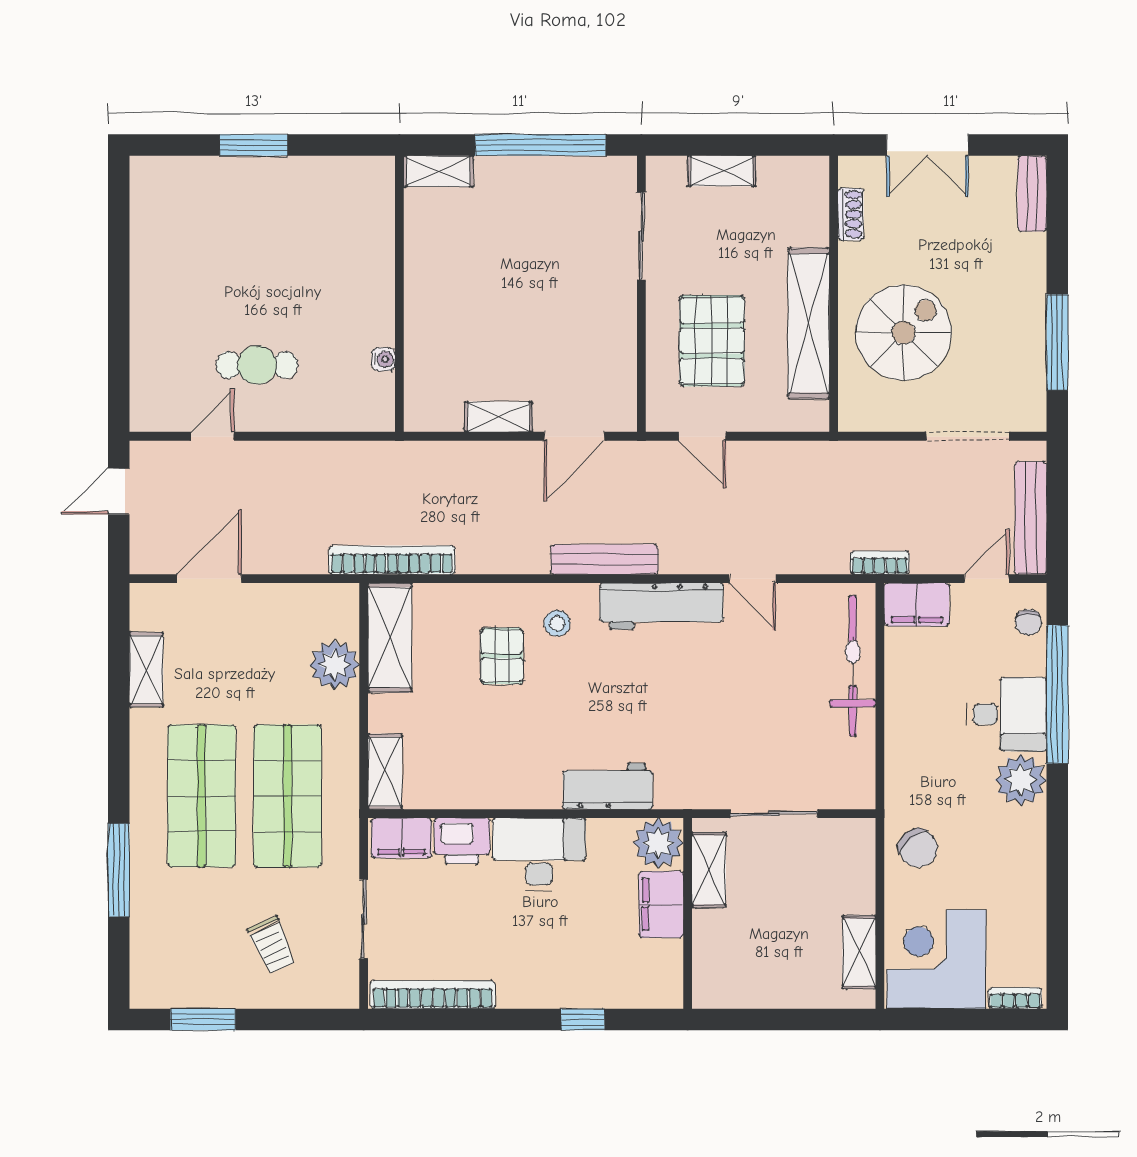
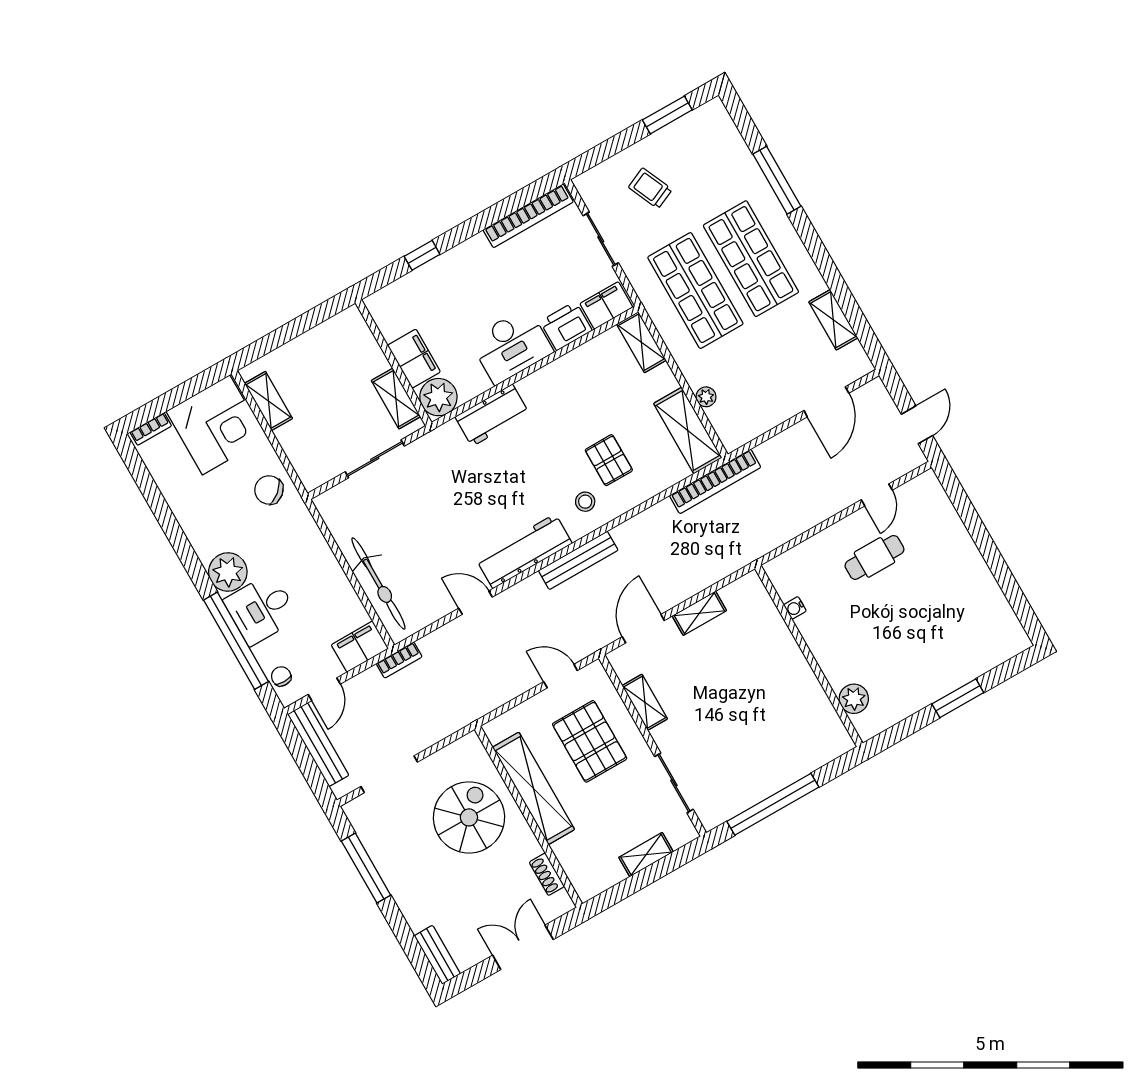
shelving: (438, 171) -> (645, 702), moved, turned 90
plant: (375, 214) -> (854, 699), added
spiral stairs: (904, 333) -> (469, 817), turned 180
plant: (334, 665) -> (706, 397), width x0.53, depth x0.53

